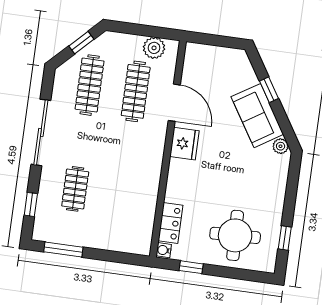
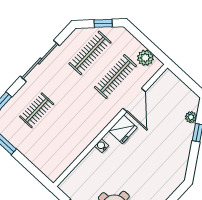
sofa: (257, 116) -> (179, 143), removed
plant: (281, 146) -> (191, 117), moved
locker: (170, 223) -> (80, 172), removed
water cooler: (164, 250) -> (102, 146), moved

